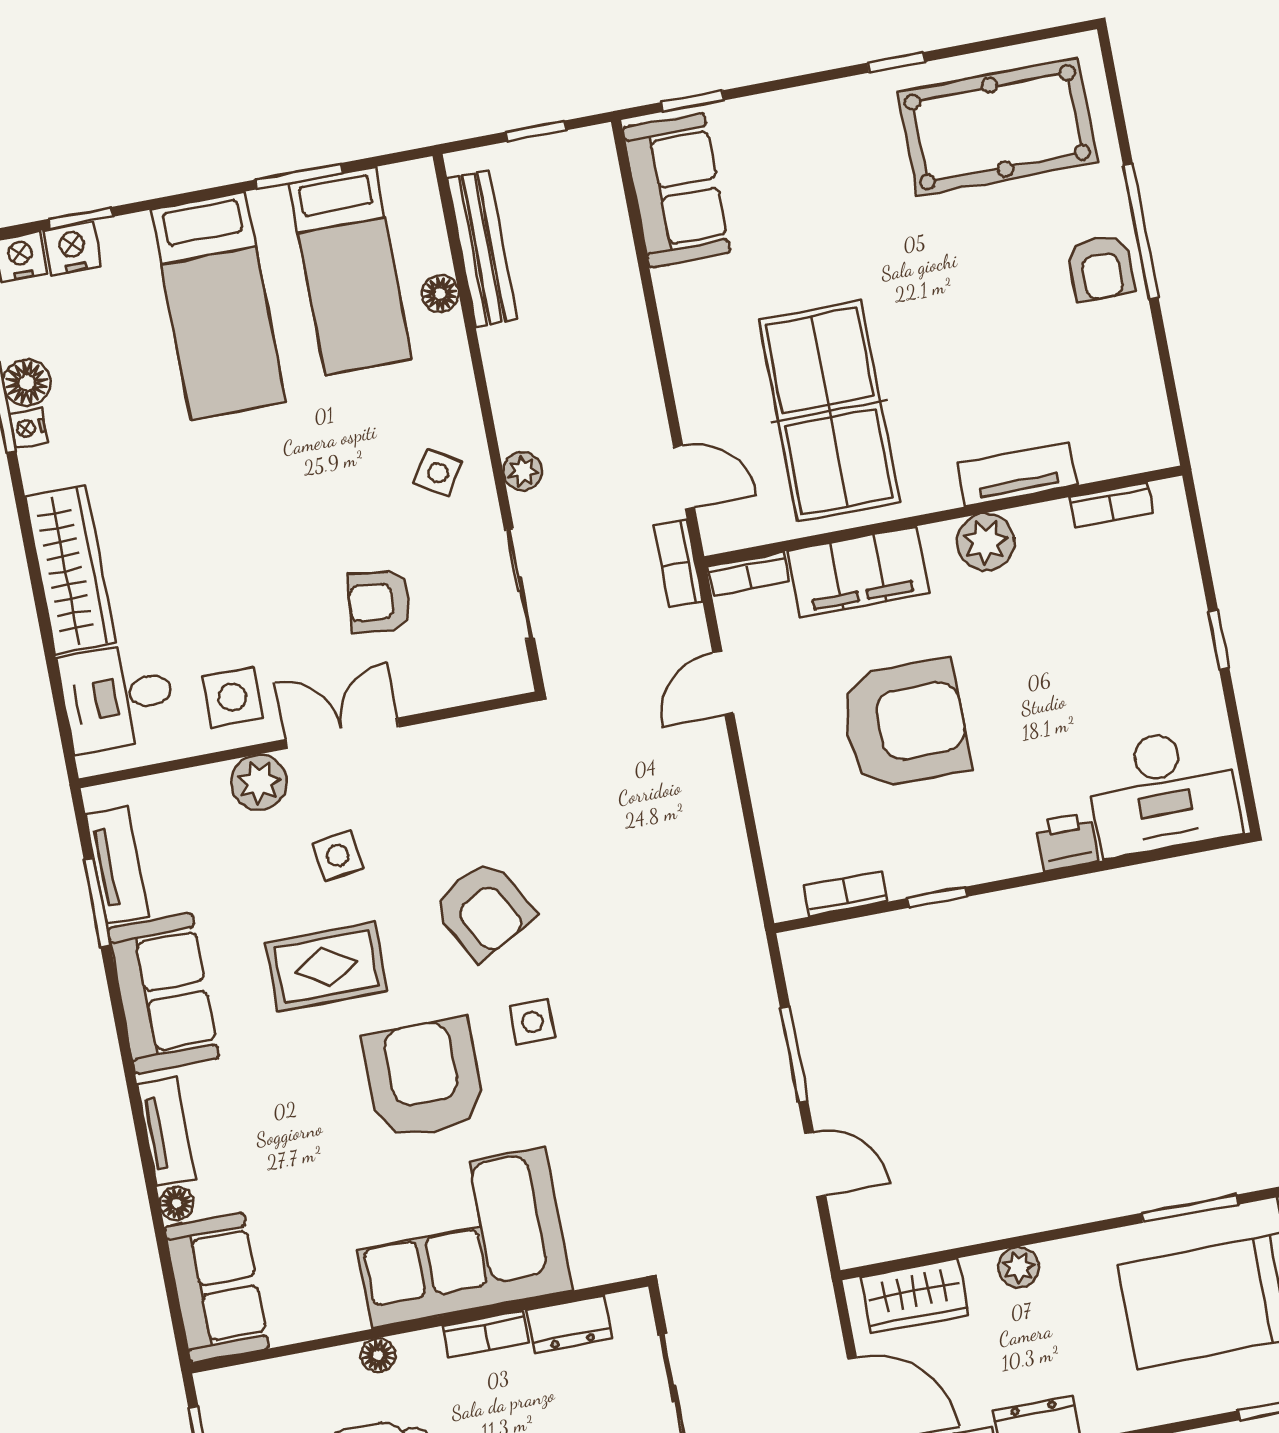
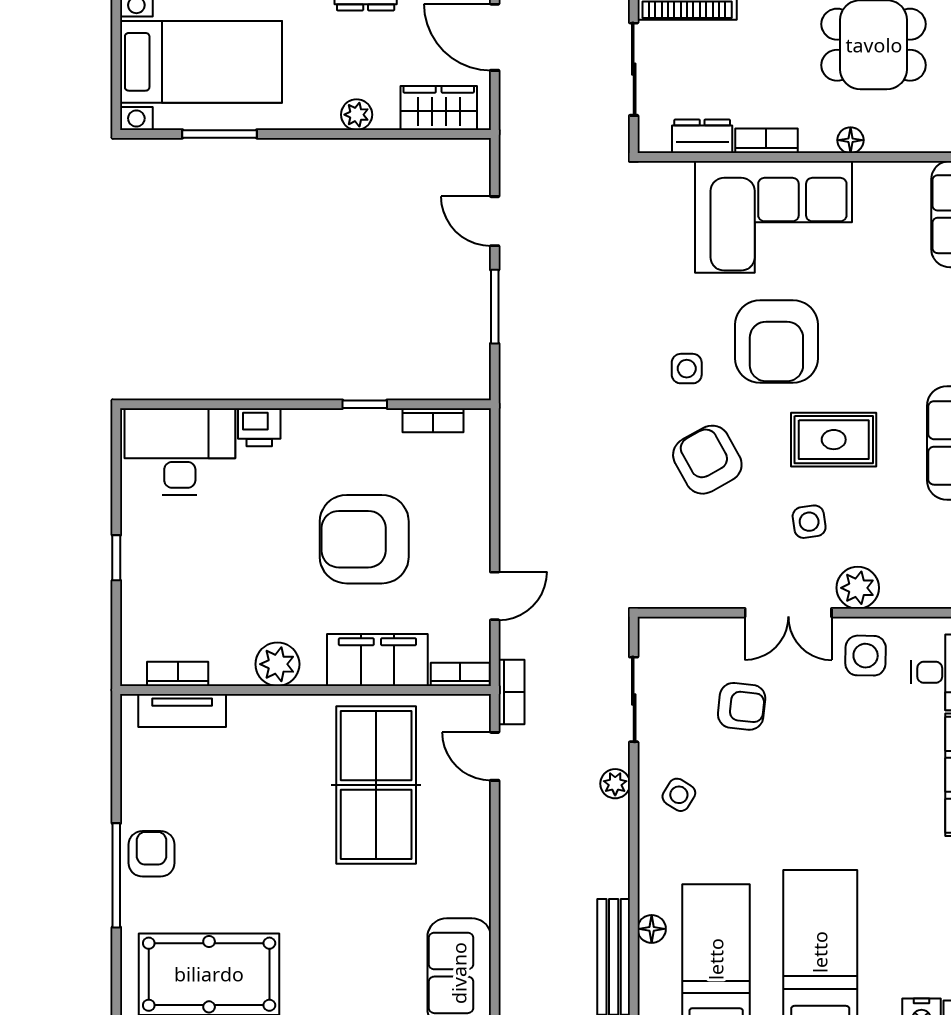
tv unit: (1017, 474) -> (182, 711), moved

